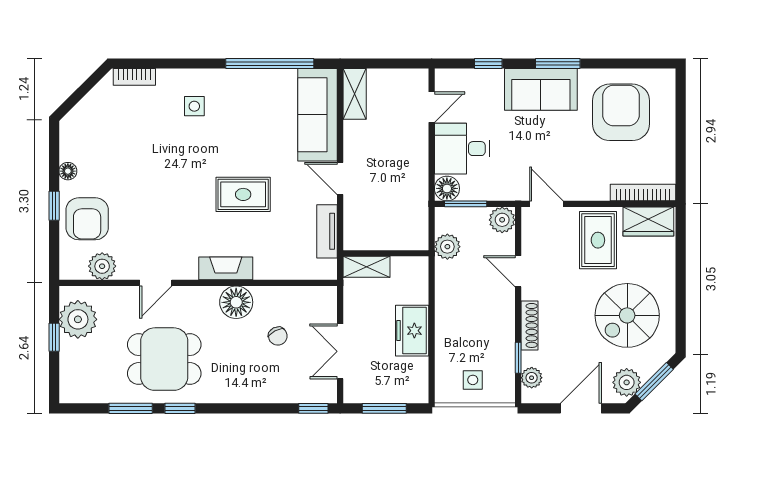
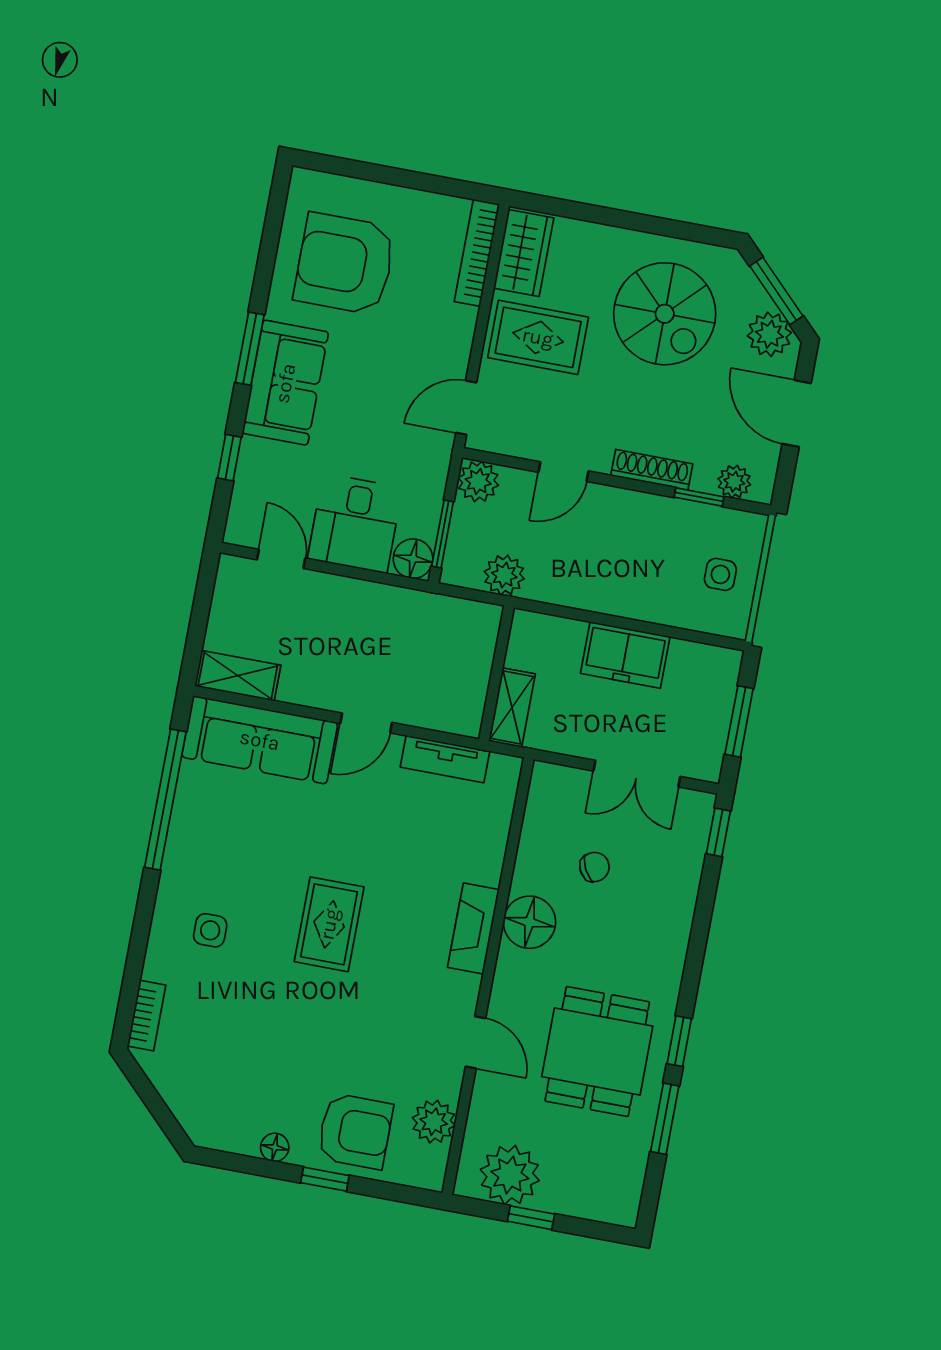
rug: (243, 194) -> (329, 924), moved

